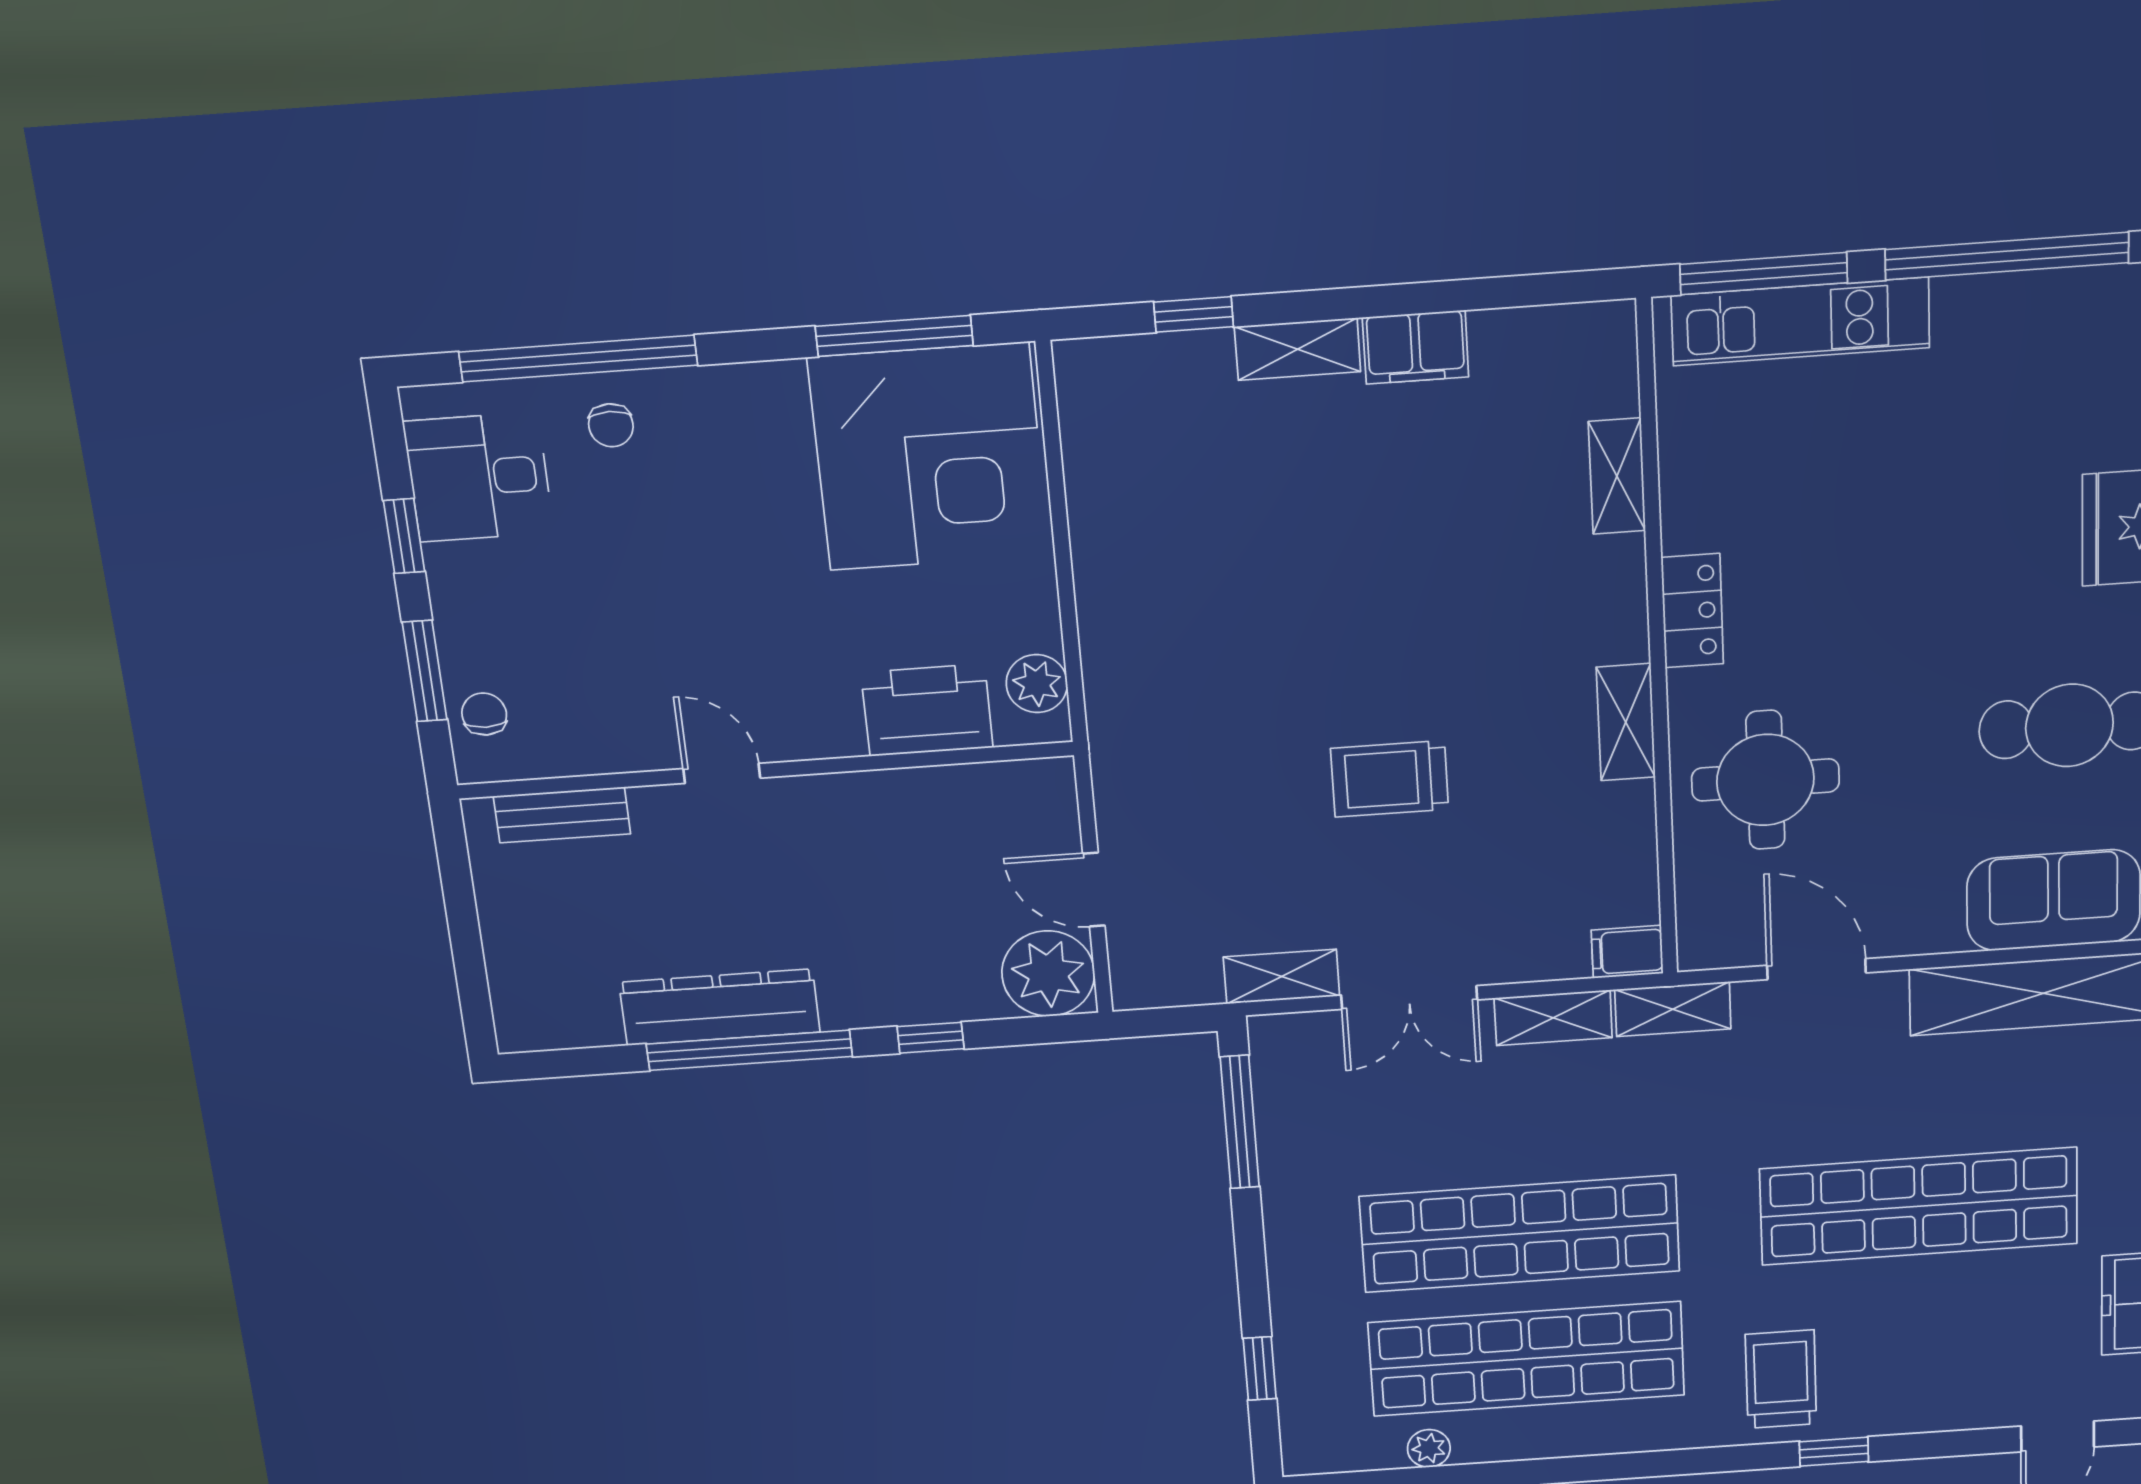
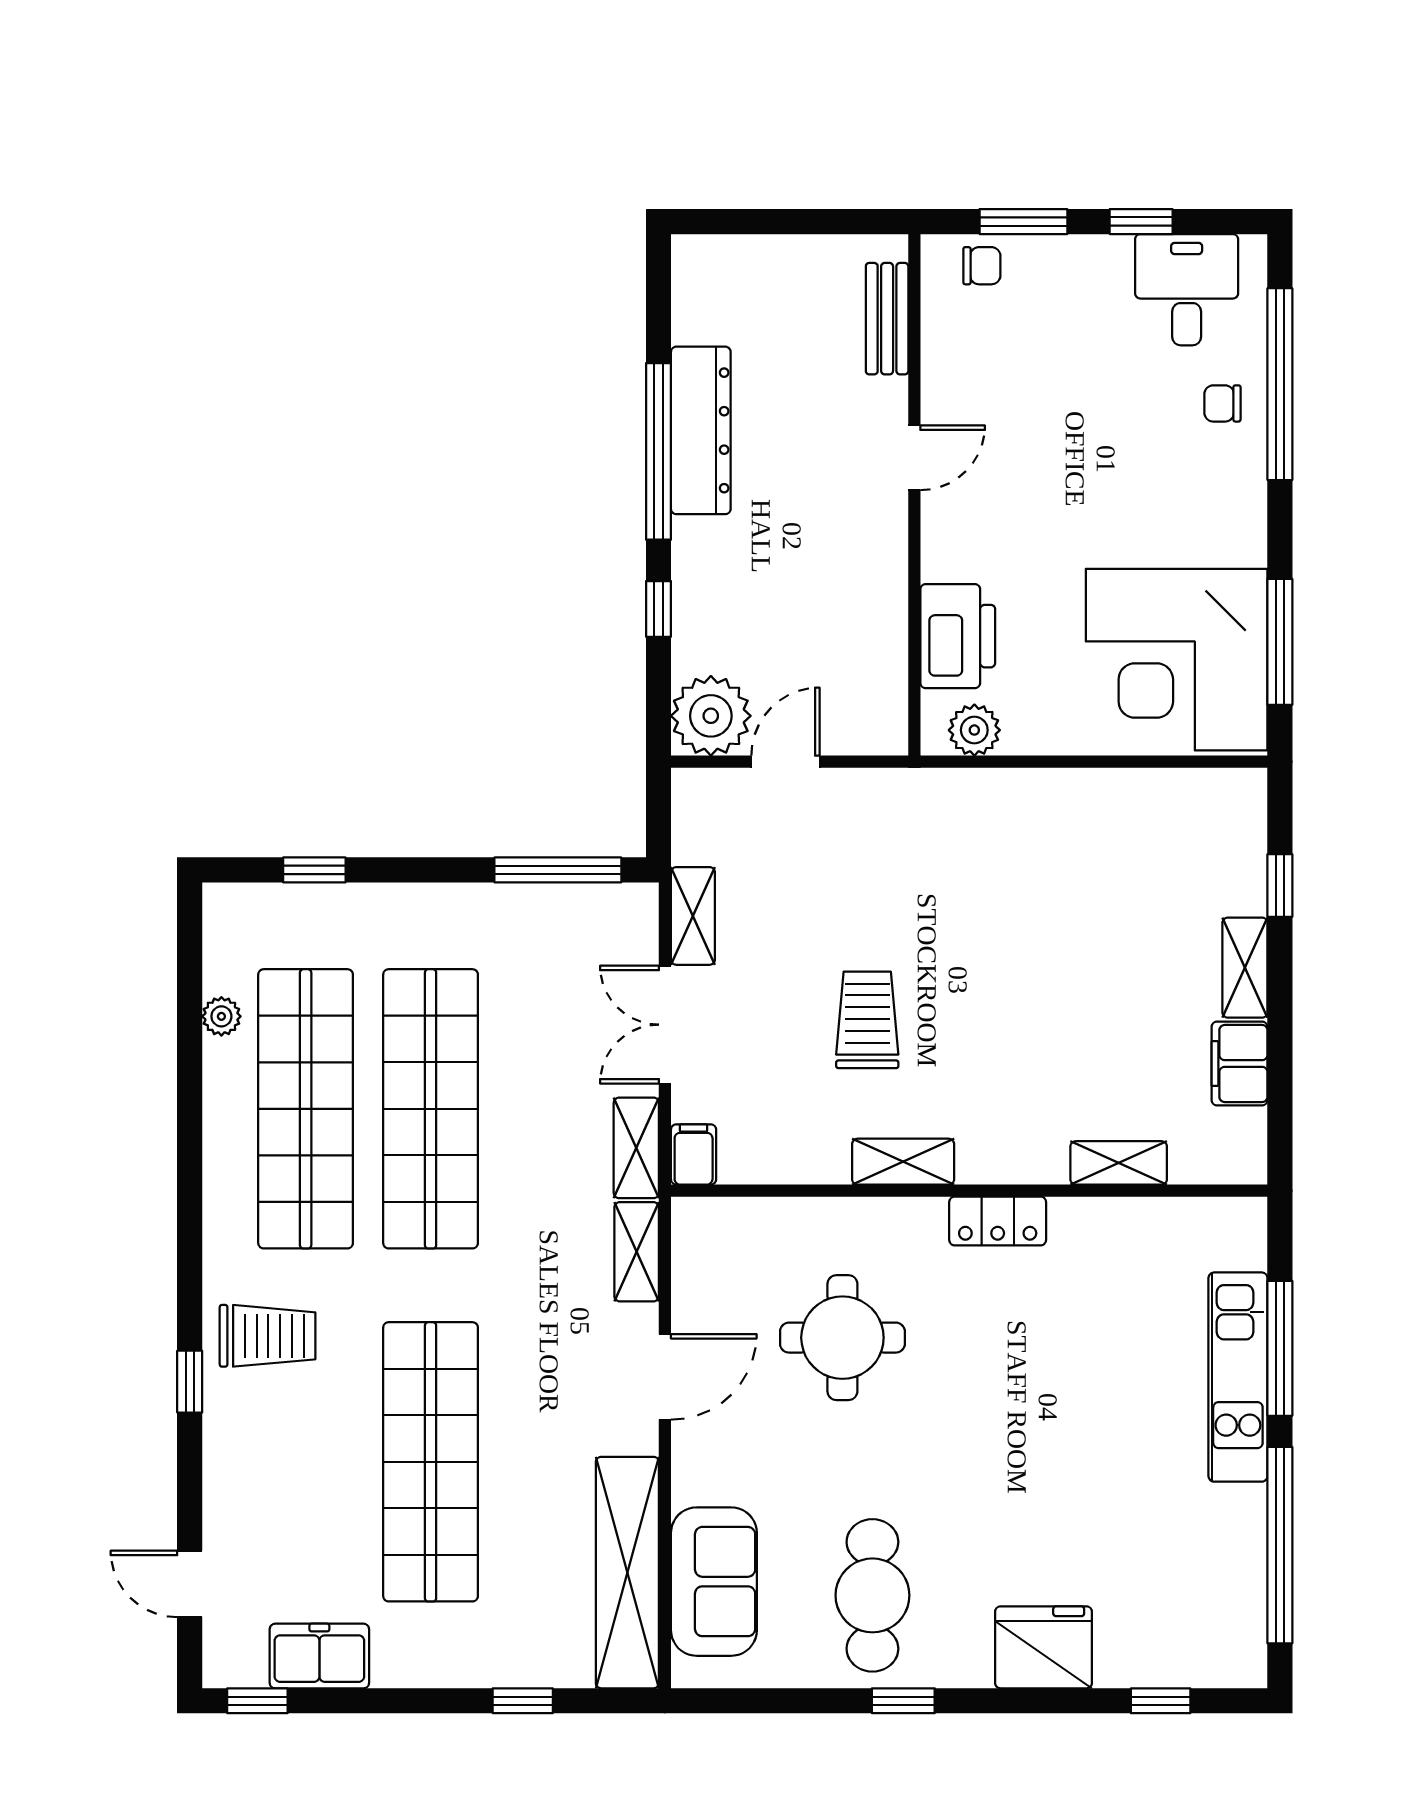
shelving: (1617, 476) -> (1119, 1163), moved
locker: (1692, 611) -> (998, 1221), moved
wall: (1657, 646) -> (969, 1191), moved
shelving: (1626, 722) -> (903, 1162), moved
filing cabinet: (1627, 952) -> (694, 1154), moved

